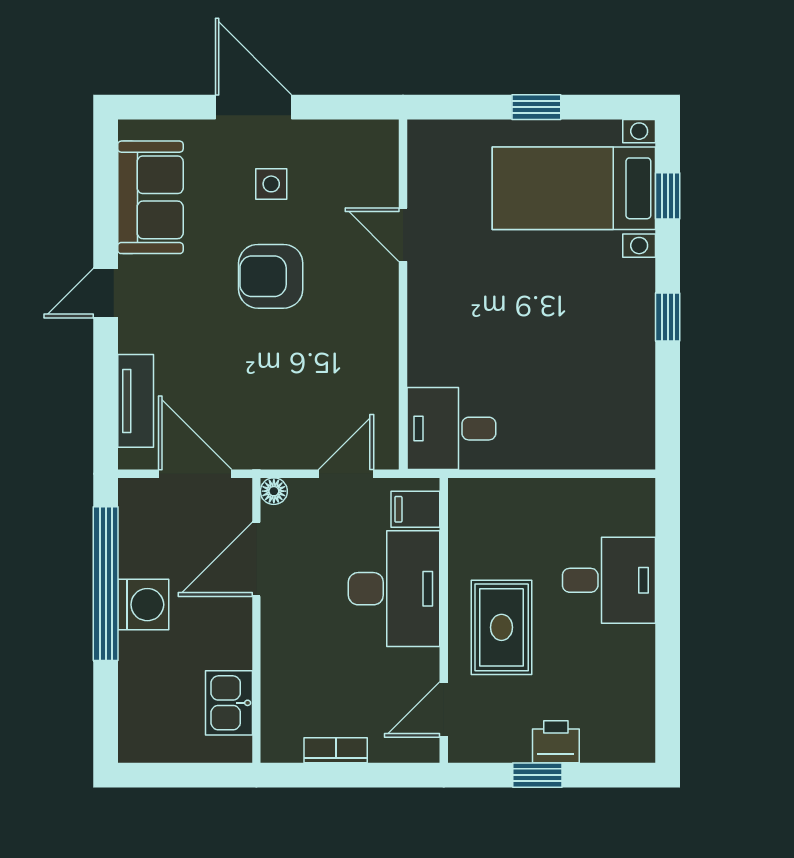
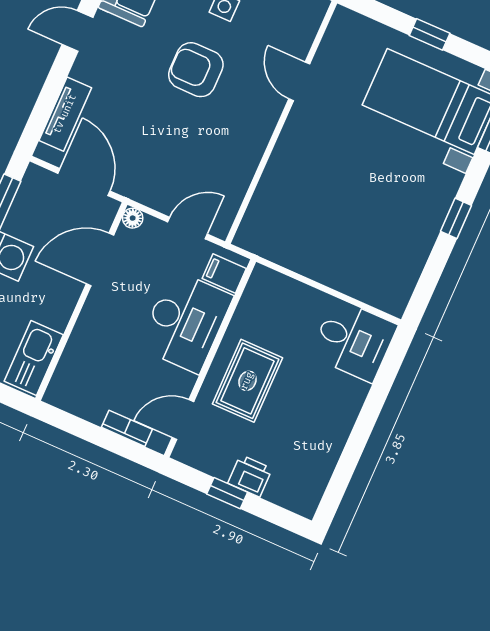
desk: (451, 429) -> (274, 229), removed
desk: (609, 580) -> (354, 340), moved
kitchen sink: (229, 703) -> (34, 358), width x1.38
bookcase: (336, 750) -> (127, 428), moved

